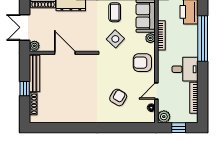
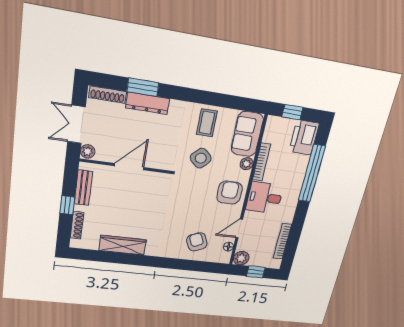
door: (65, 53) -> (129, 167), hinge flipped
armchair: (142, 63) -> (230, 193), turned 90
desk: (185, 69) -> (265, 198), moved, turned 180
bench: (35, 73) -> (83, 188), width x0.73
armchair: (118, 97) -> (197, 242), moved, turned -55
wardrobe: (69, 116) -> (123, 245), added

